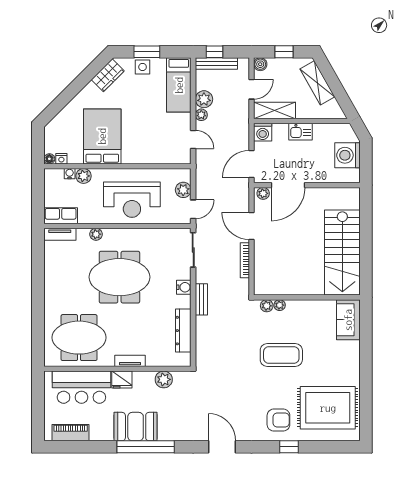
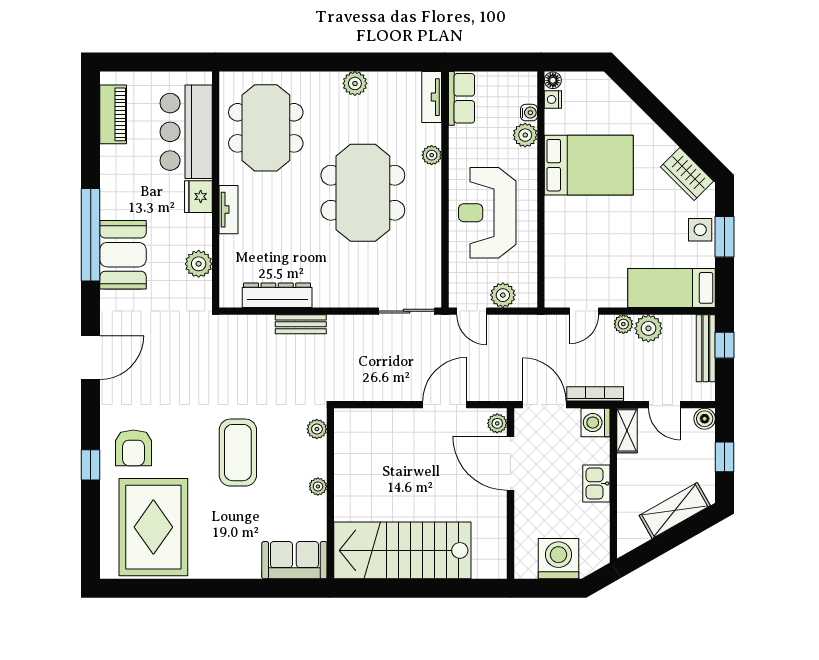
shelving: (275, 110) -> (627, 430), width x0.67, depth x0.75
bookcase: (245, 260) -> (595, 394), moved
plant: (51, 282) -> (355, 83), added
water cooler: (184, 287) -> (347, 296), removed
bench: (201, 299) -> (301, 324), moved
plant: (280, 305) -> (318, 486), moved
booth: (136, 427) -> (123, 255), moved

